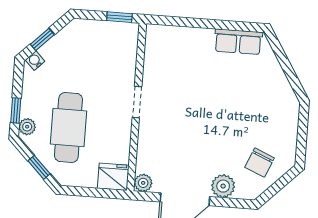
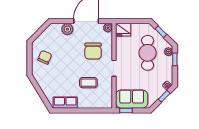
sofa: (107, 39) -> (132, 99), added
coffee table: (190, 78) -> (88, 83), added
chair: (176, 139) -> (93, 51), added
chair: (260, 163) -> (45, 57), moved

